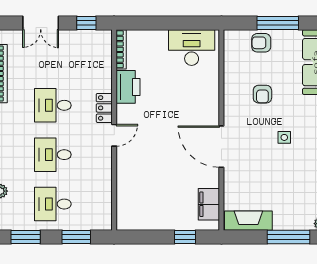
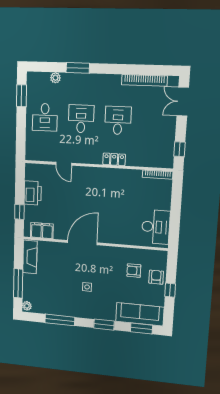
double door: (41, 23) -> (183, 102), moved
window: (278, 23) -> (170, 290), width x0.46
printer: (128, 87) -> (33, 193), moved, turned -90
armchair: (262, 94) -> (134, 271), moved
door: (114, 135) -> (64, 164), moved
desk: (53, 204) -> (45, 117), turned 180
window: (76, 237) -> (21, 134), removed

